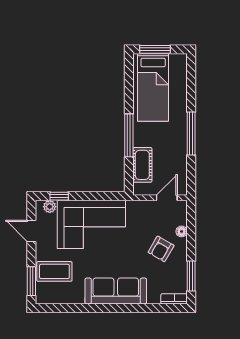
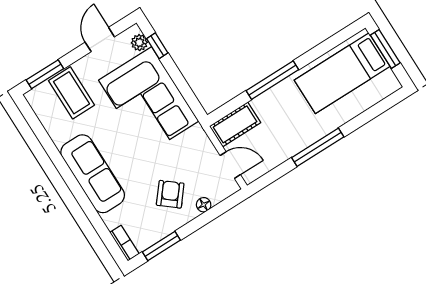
cot: (142, 165) -> (235, 124), moved
armchair: (161, 249) -> (170, 194), turned 99

